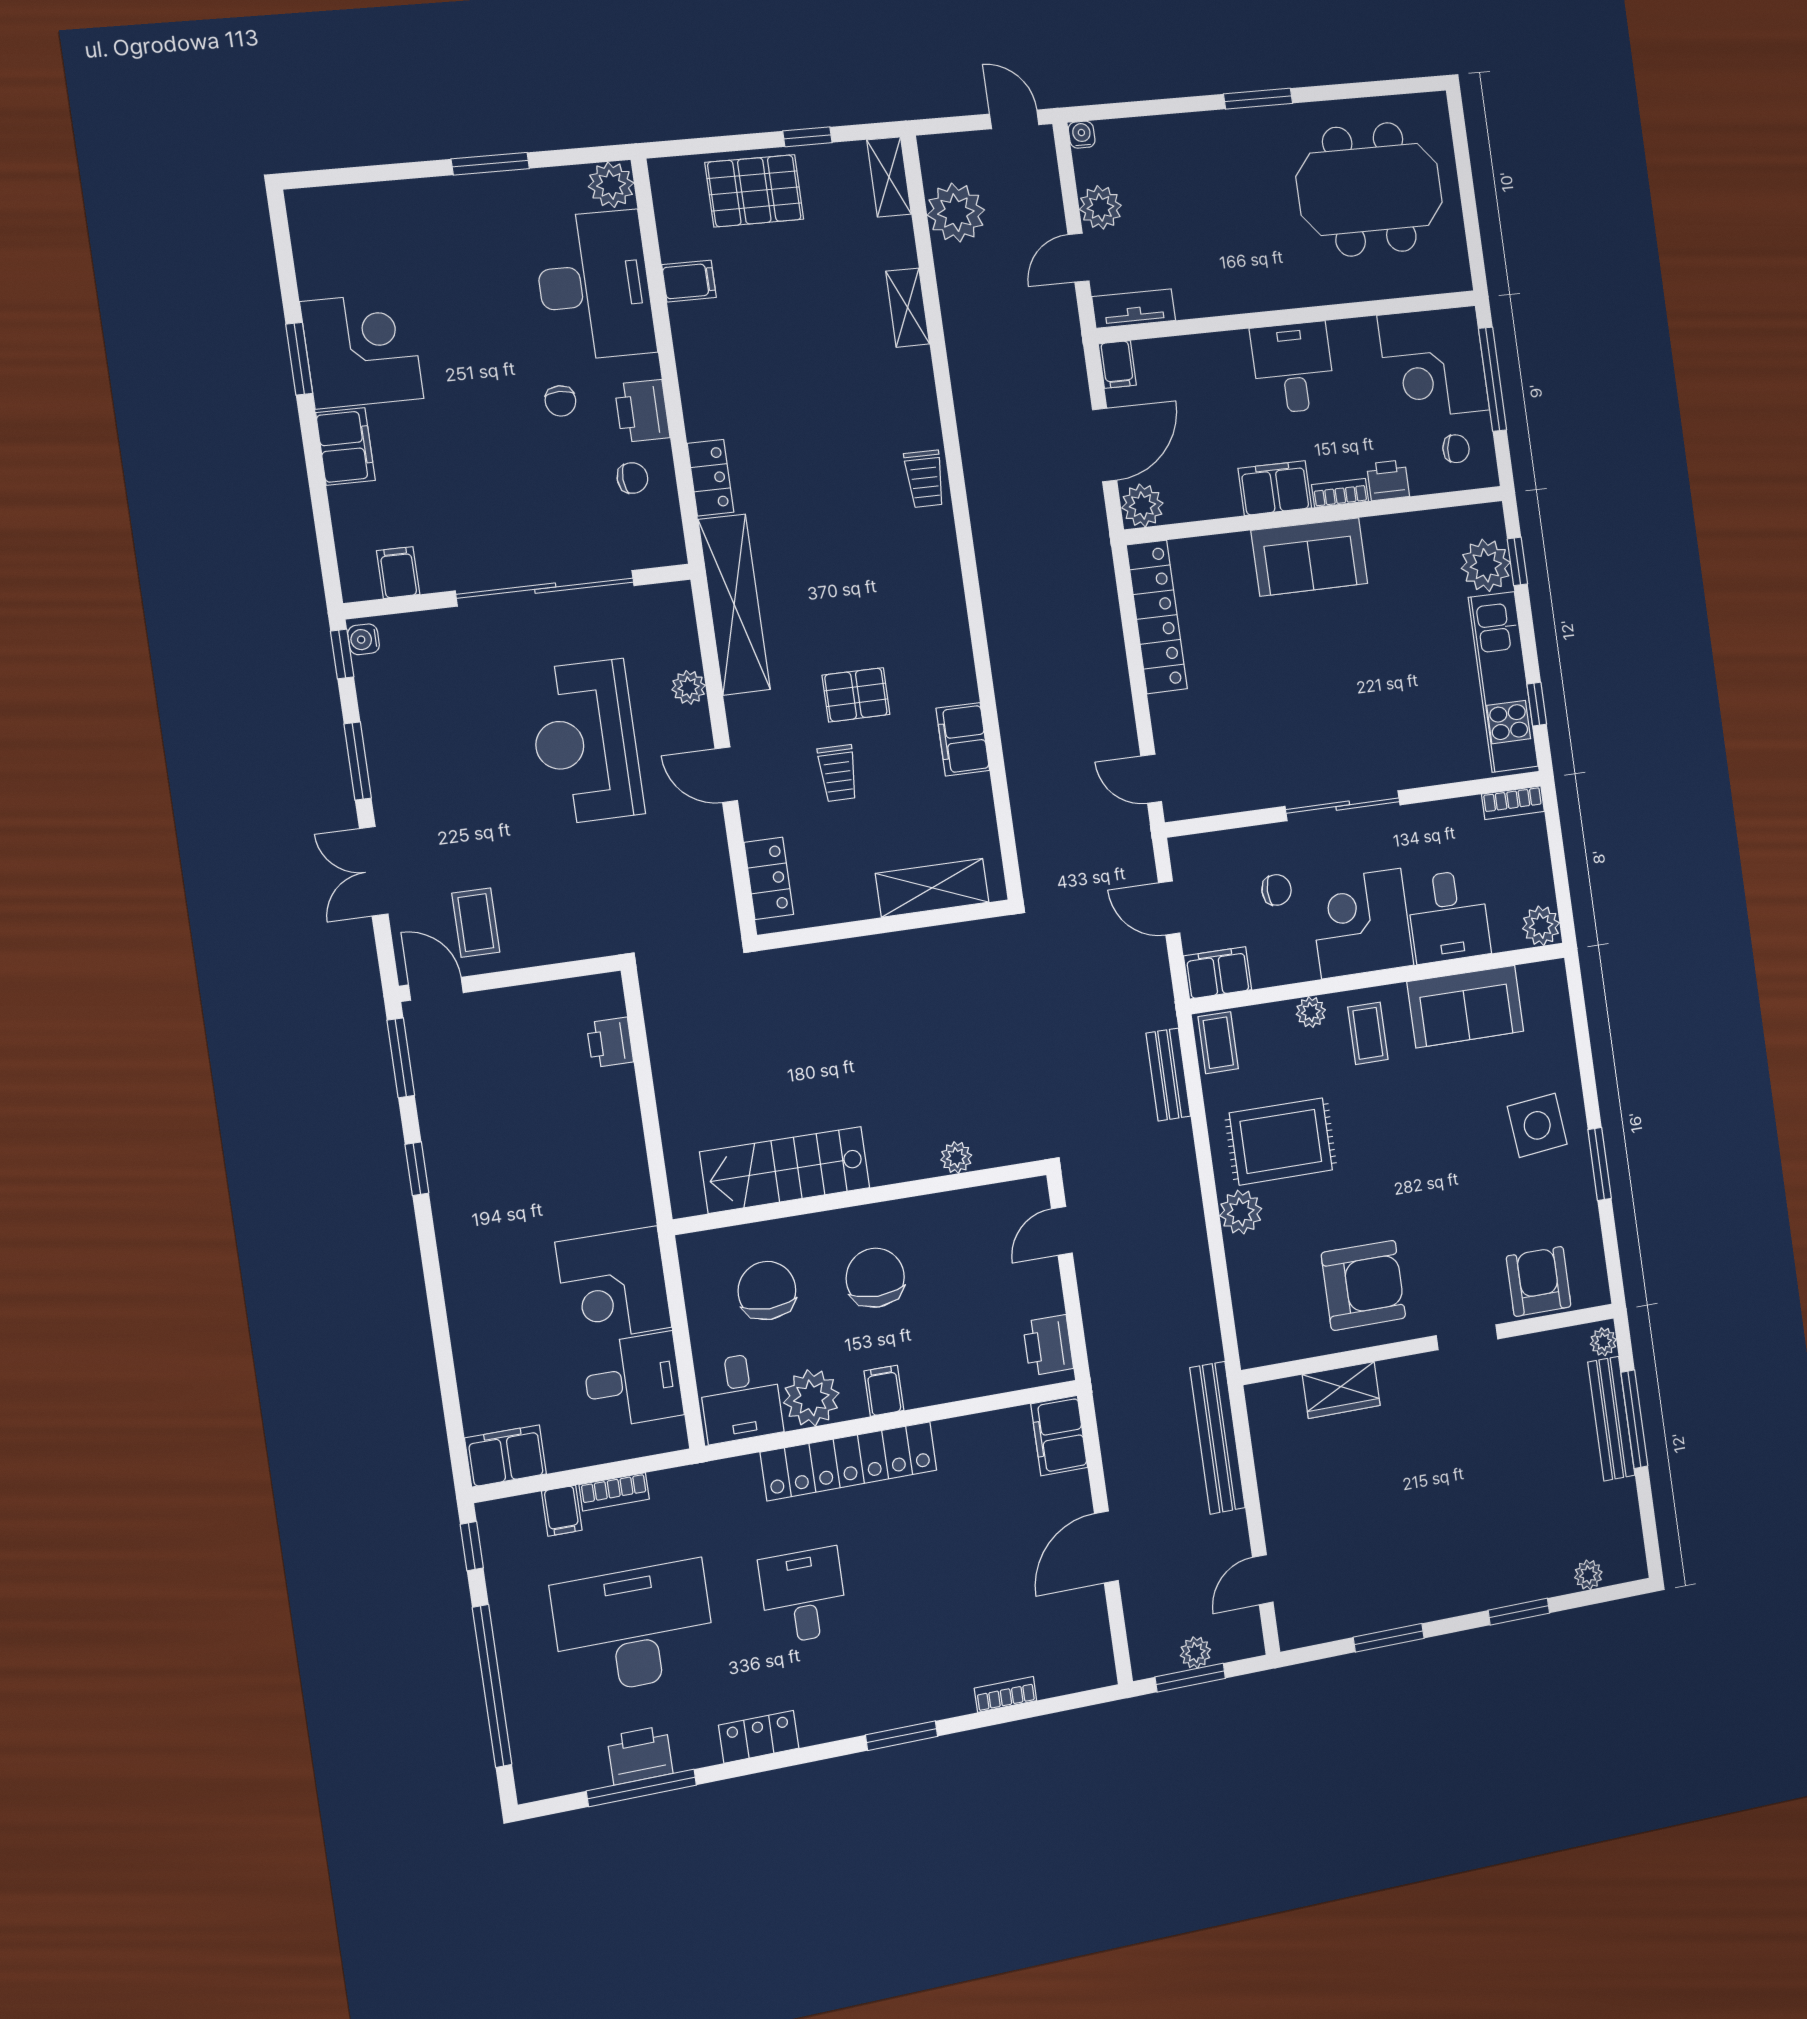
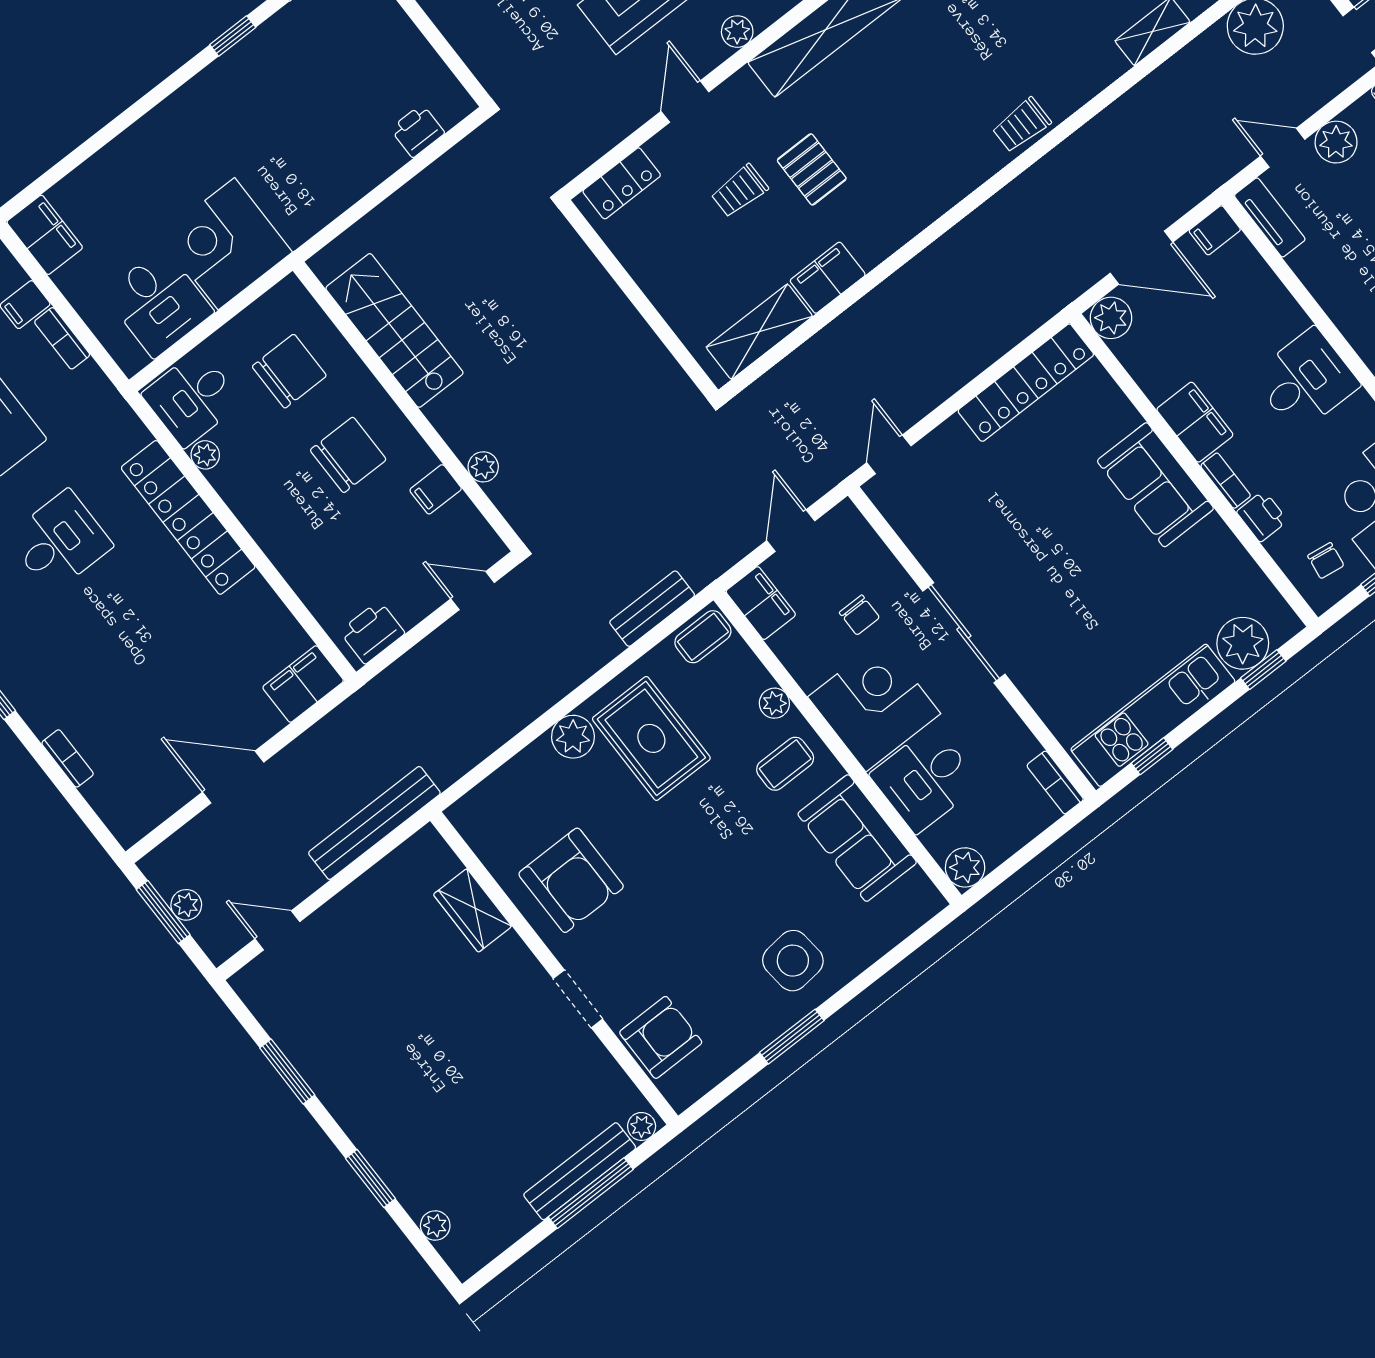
shelving: (932, 888) -> (759, 332), moved, turned 90
filing cabinet: (884, 1391) -> (436, 489), moved, turned 180
plant: (811, 1398) -> (205, 455), width x0.53, depth x0.53

